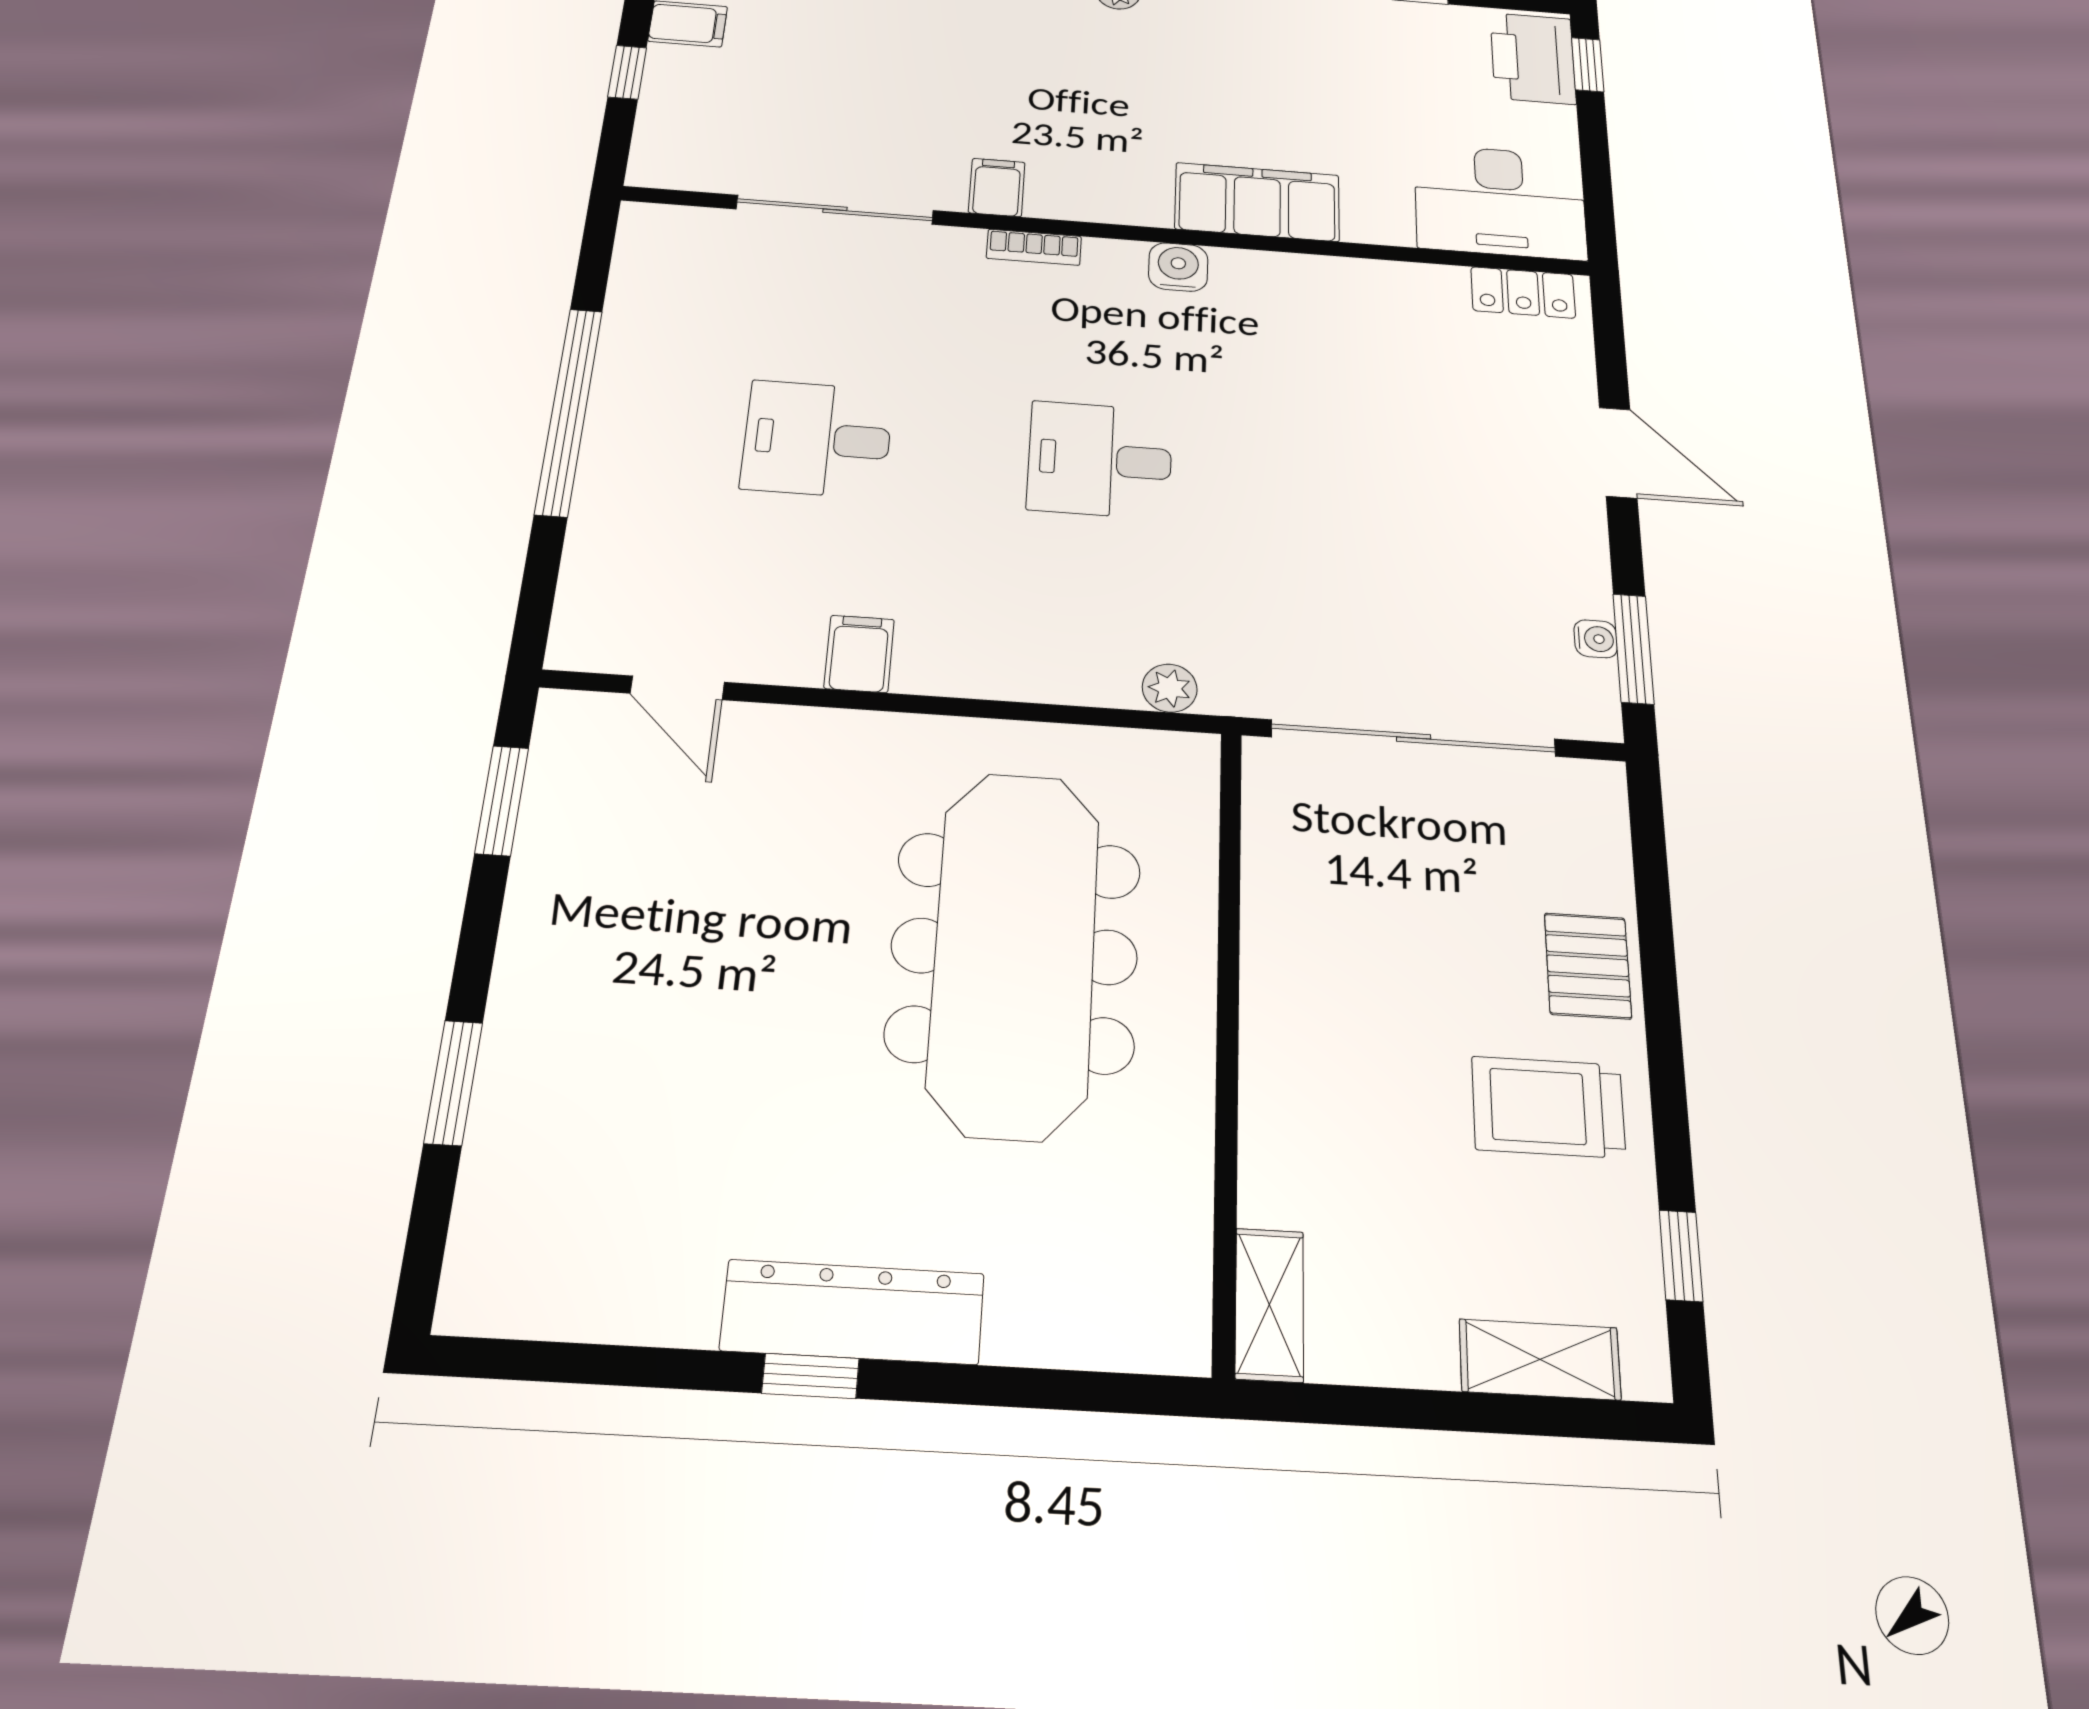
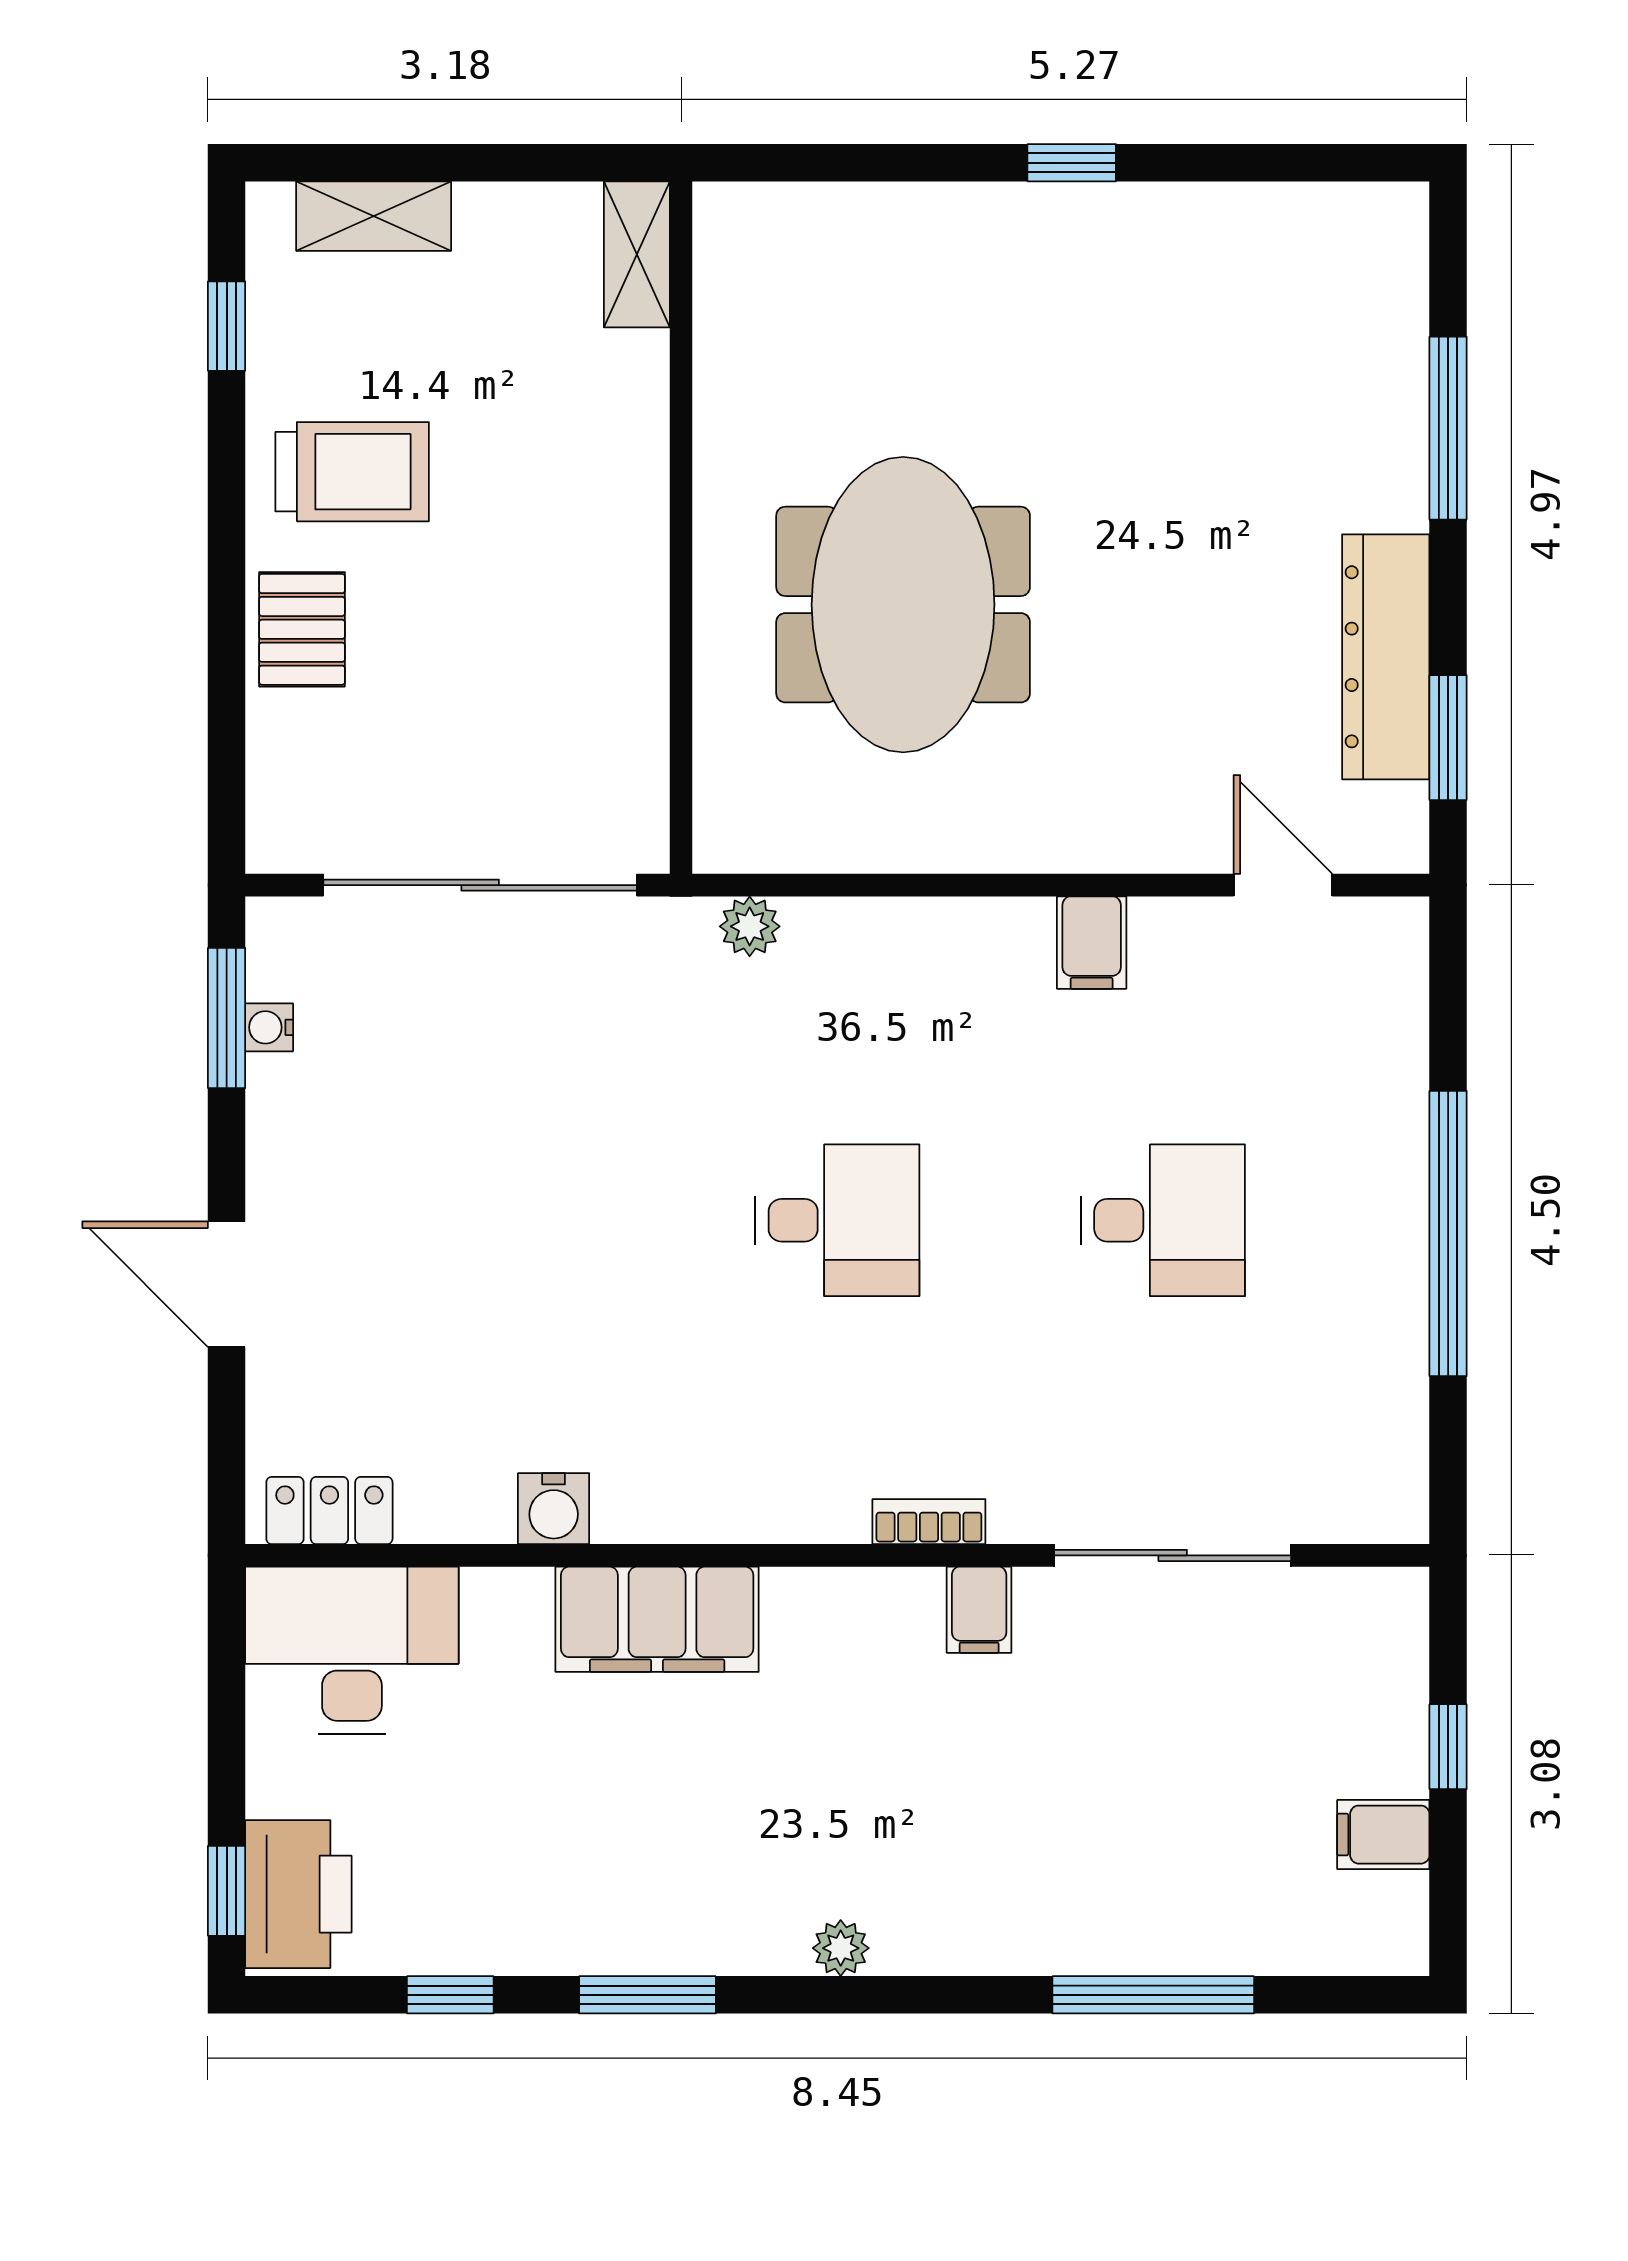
water cooler: (1178, 267) -> (554, 1509), moved
meeting table: (1015, 951) -> (903, 605), width x0.73
window: (453, 1083) -> (1448, 428), width x1.44
dresser: (853, 1312) -> (1386, 657), moved, turned 90

